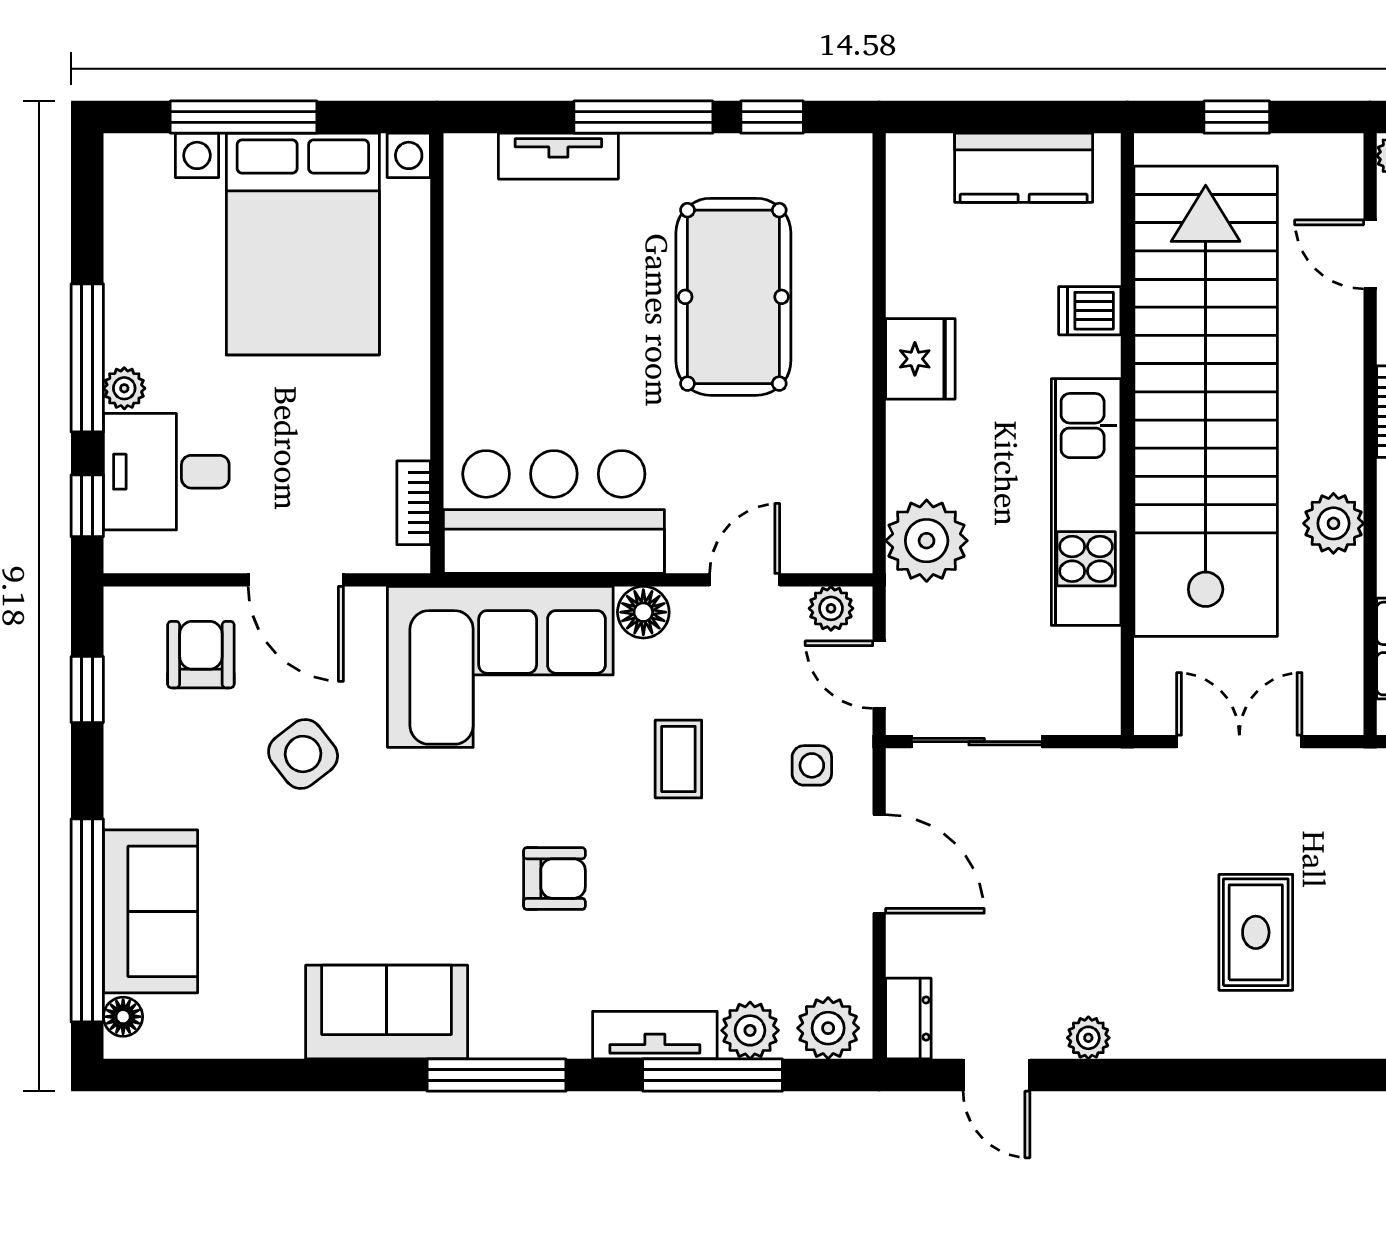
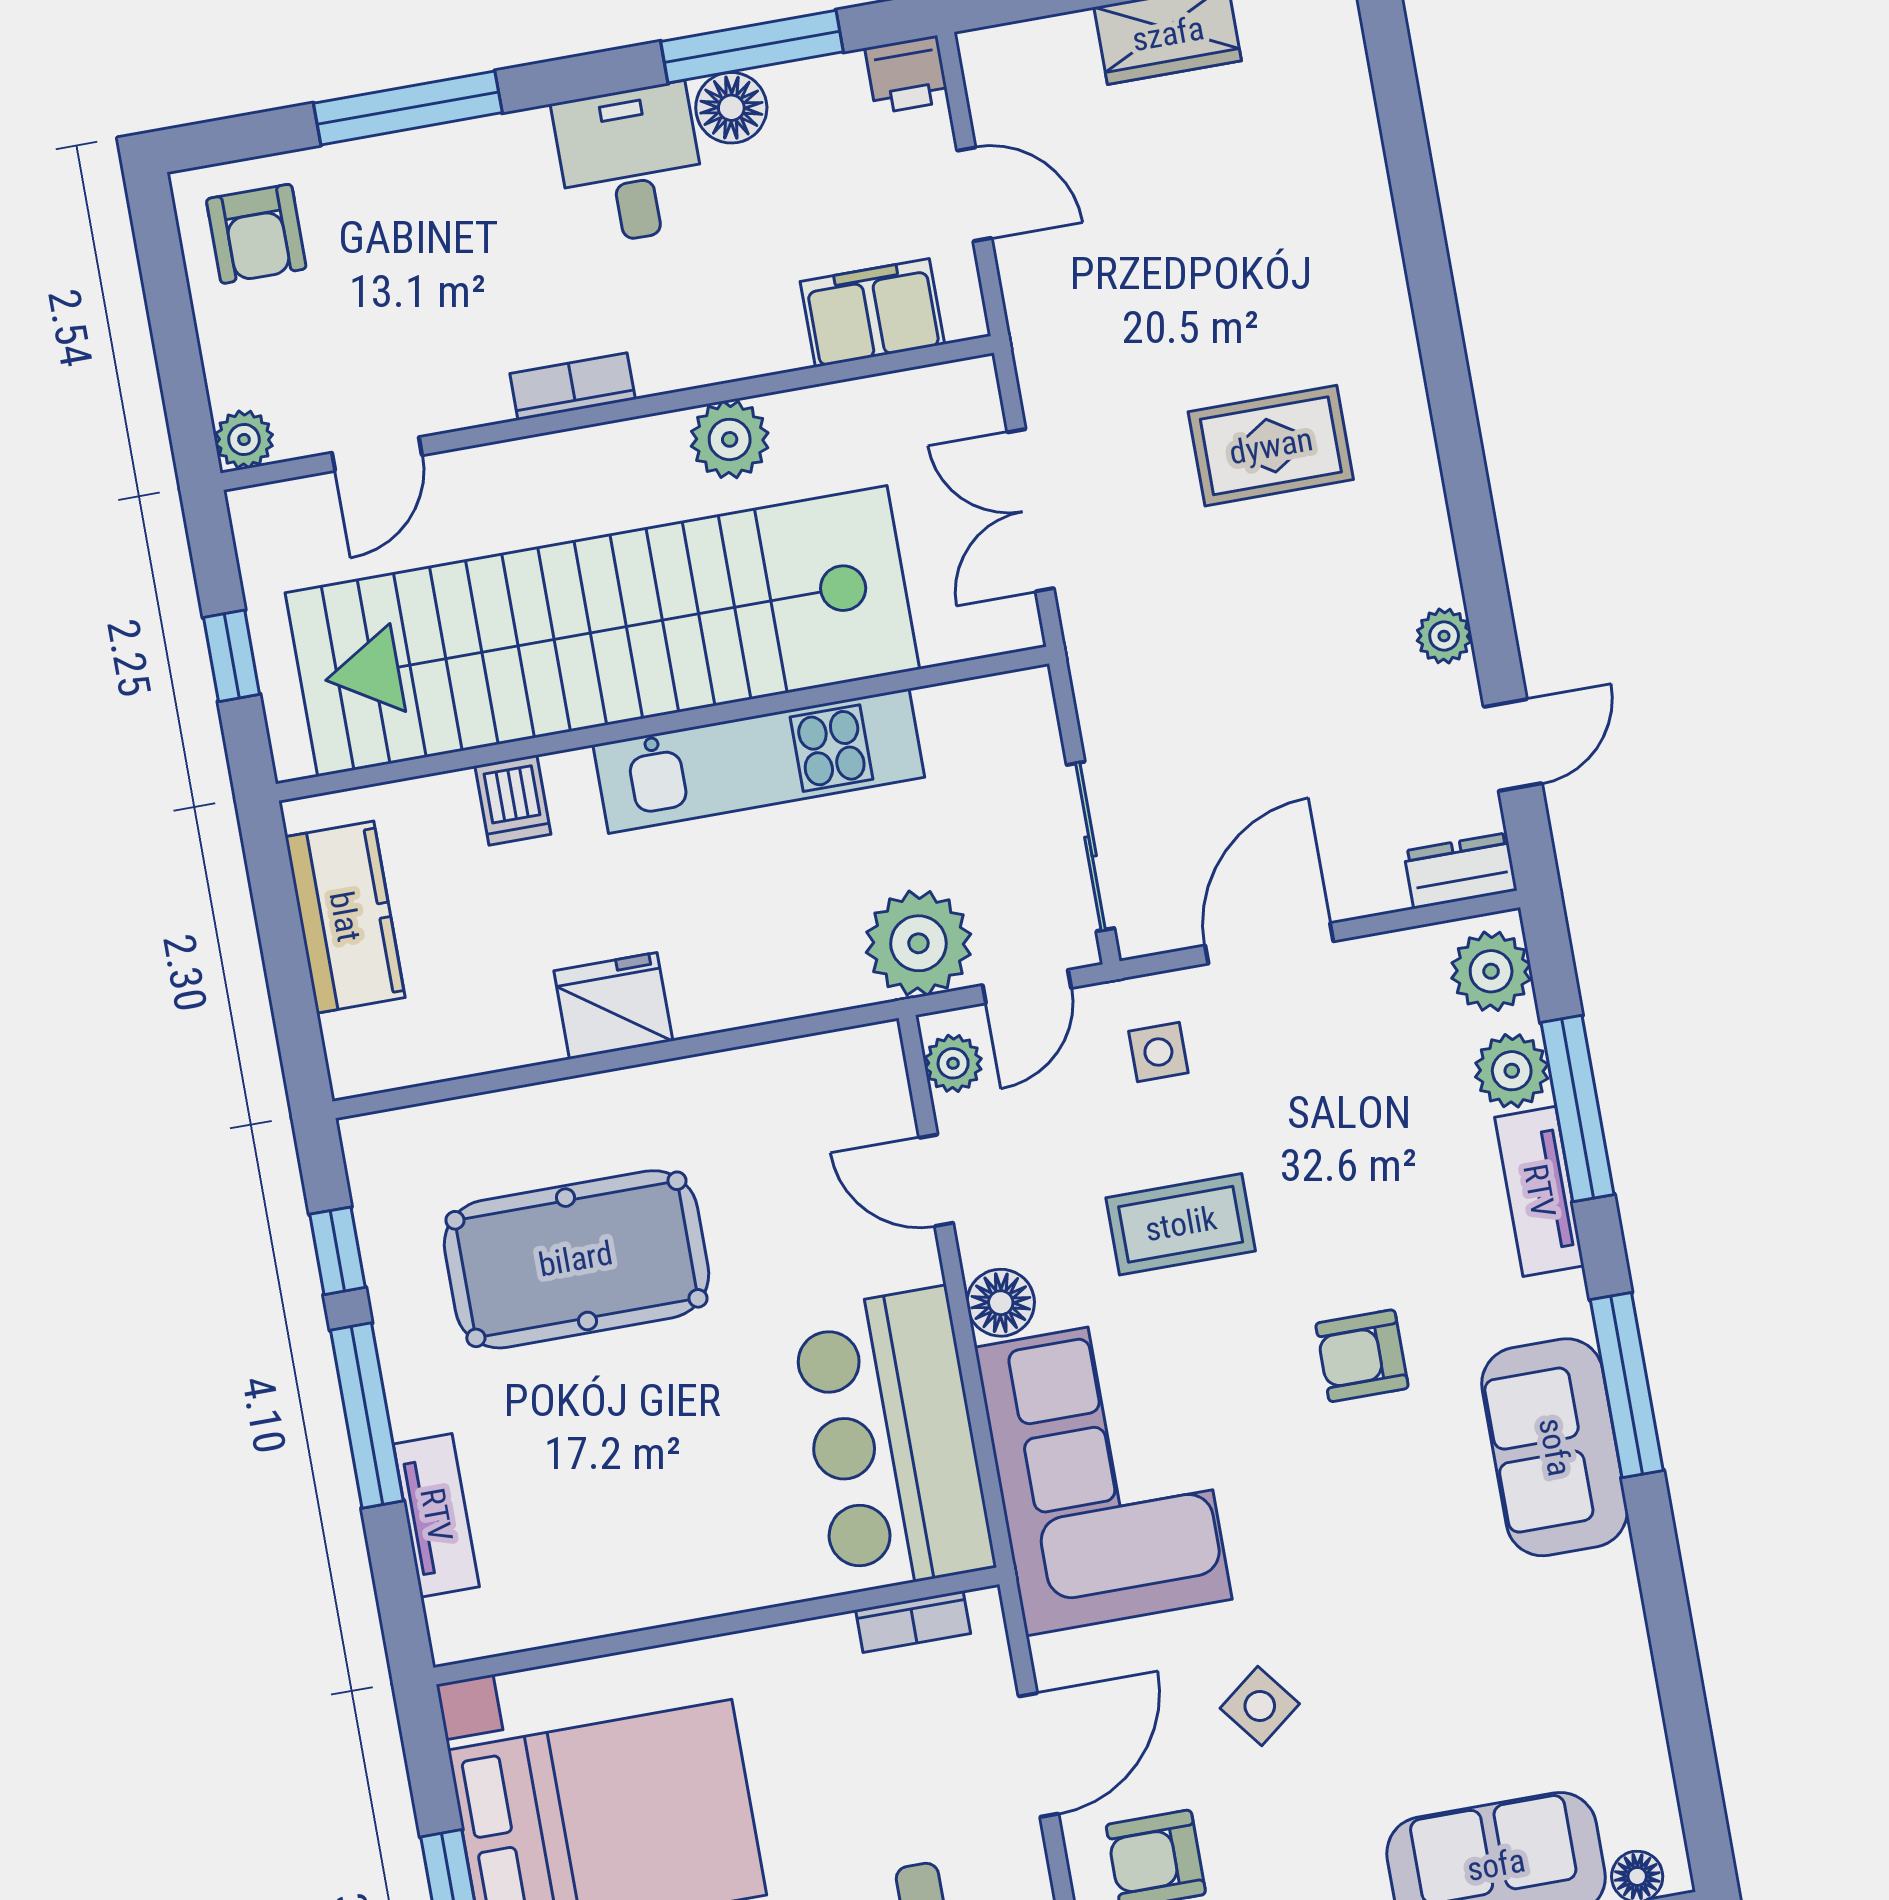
plant: (927, 541) -> (918, 943), moved
side table: (303, 754) -> (1260, 1706), width x0.73, depth x0.73
coffee table: (678, 759) -> (1181, 1224), width x1.36, depth x1.30
armchair: (554, 879) -> (1362, 1356), turned -90
sofa: (387, 1012) -> (1555, 1447), moved

